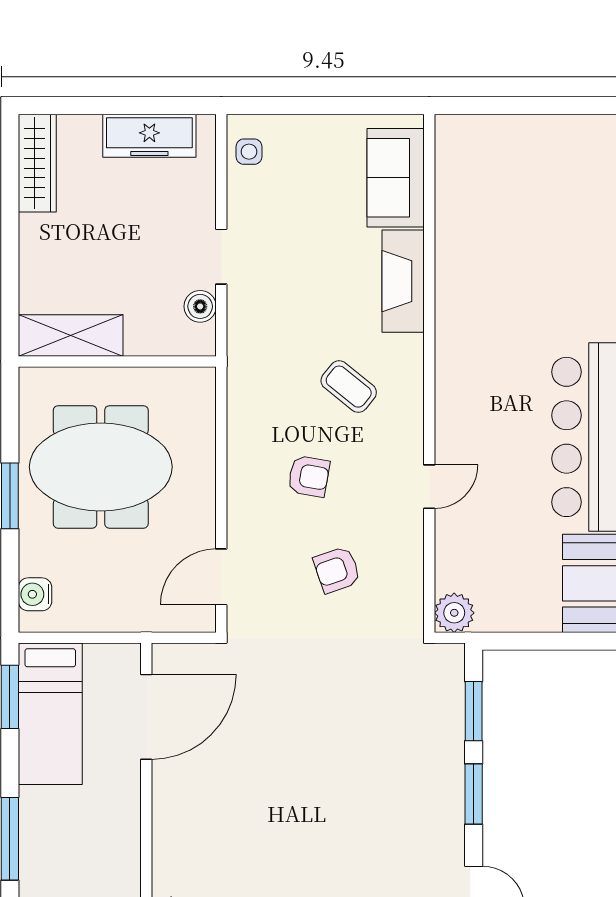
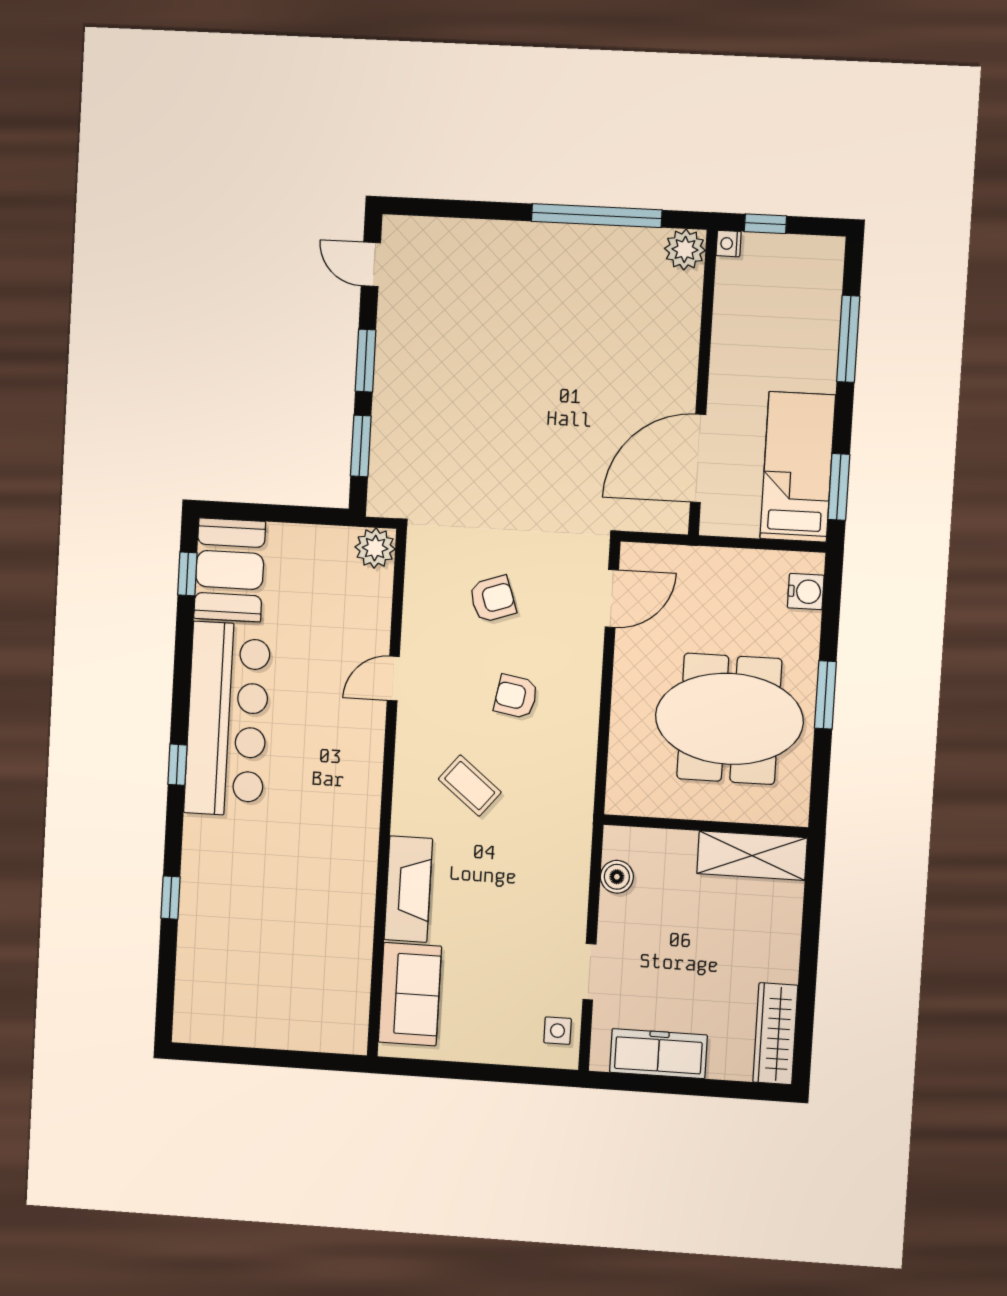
doorway: (221, 257) -> (589, 972), moved

